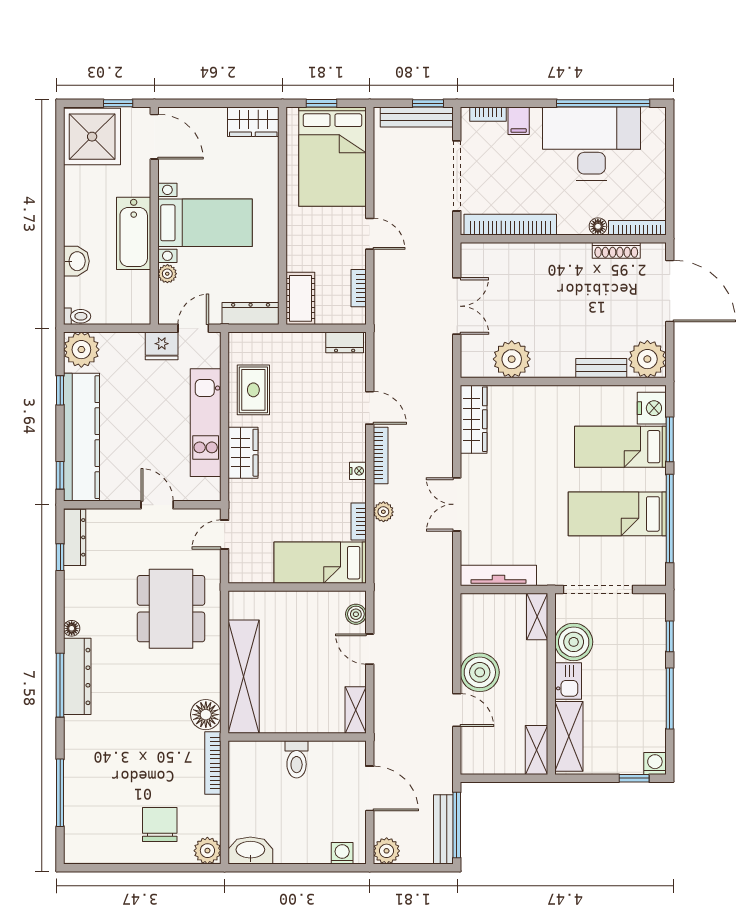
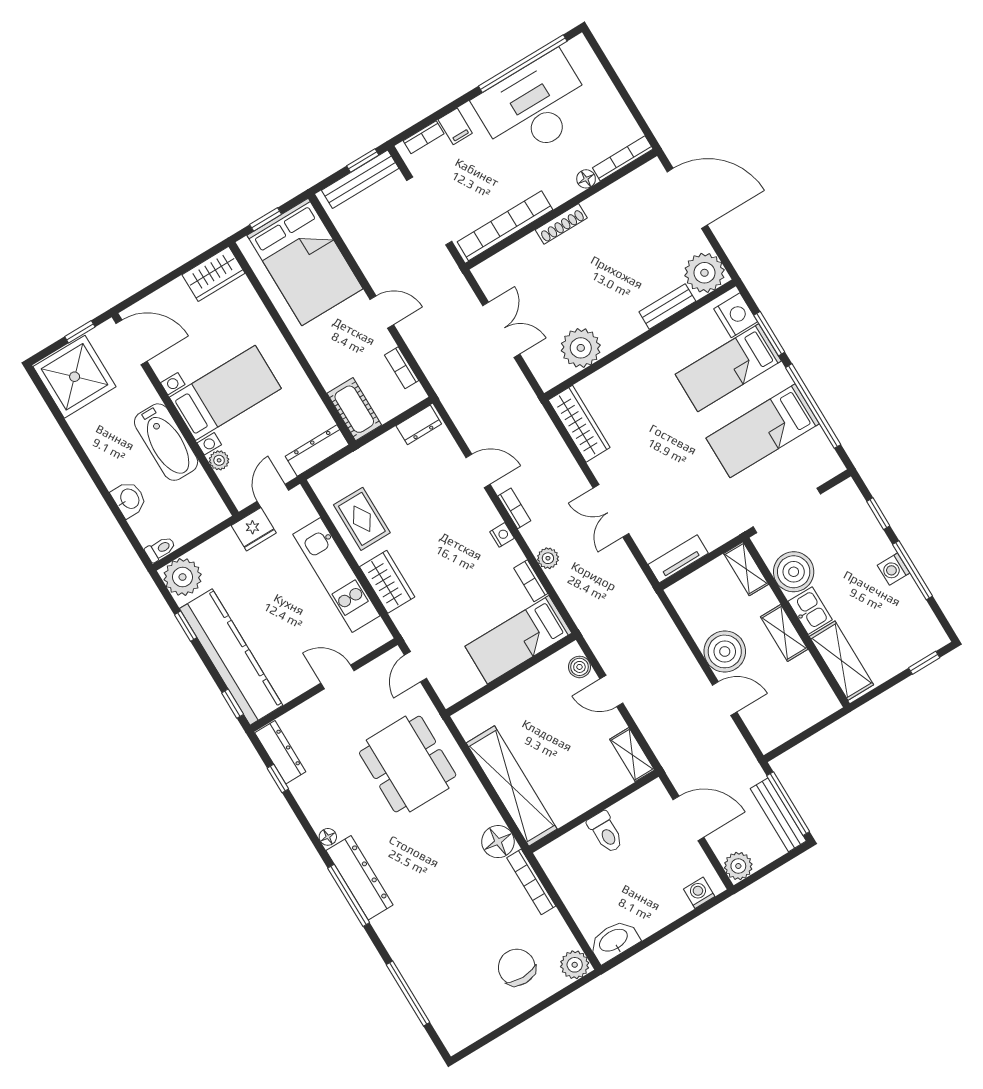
shoe rack: (616, 250) -> (561, 224), moved
bookcase: (381, 456) -> (514, 508), width x0.64
tv unit: (498, 576) -> (678, 559), width x0.71
shelving: (536, 750) -> (784, 633), moved
washing machine: (655, 763) -> (893, 569), moved, turned -90

